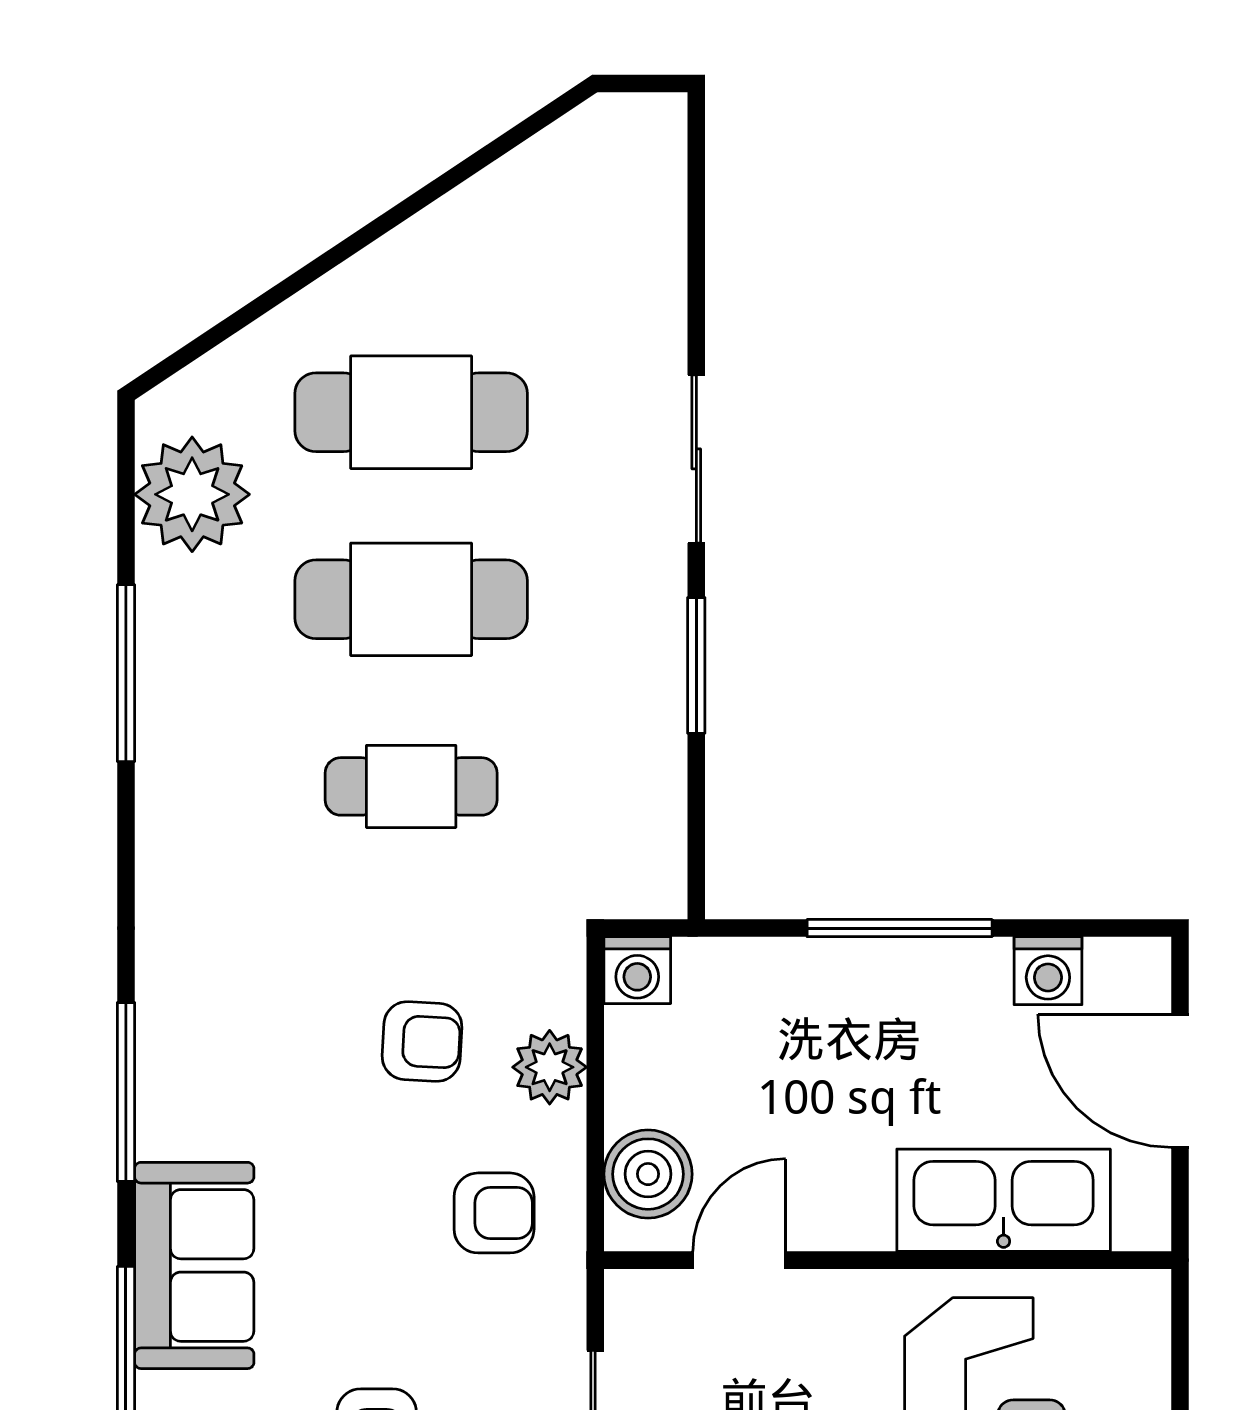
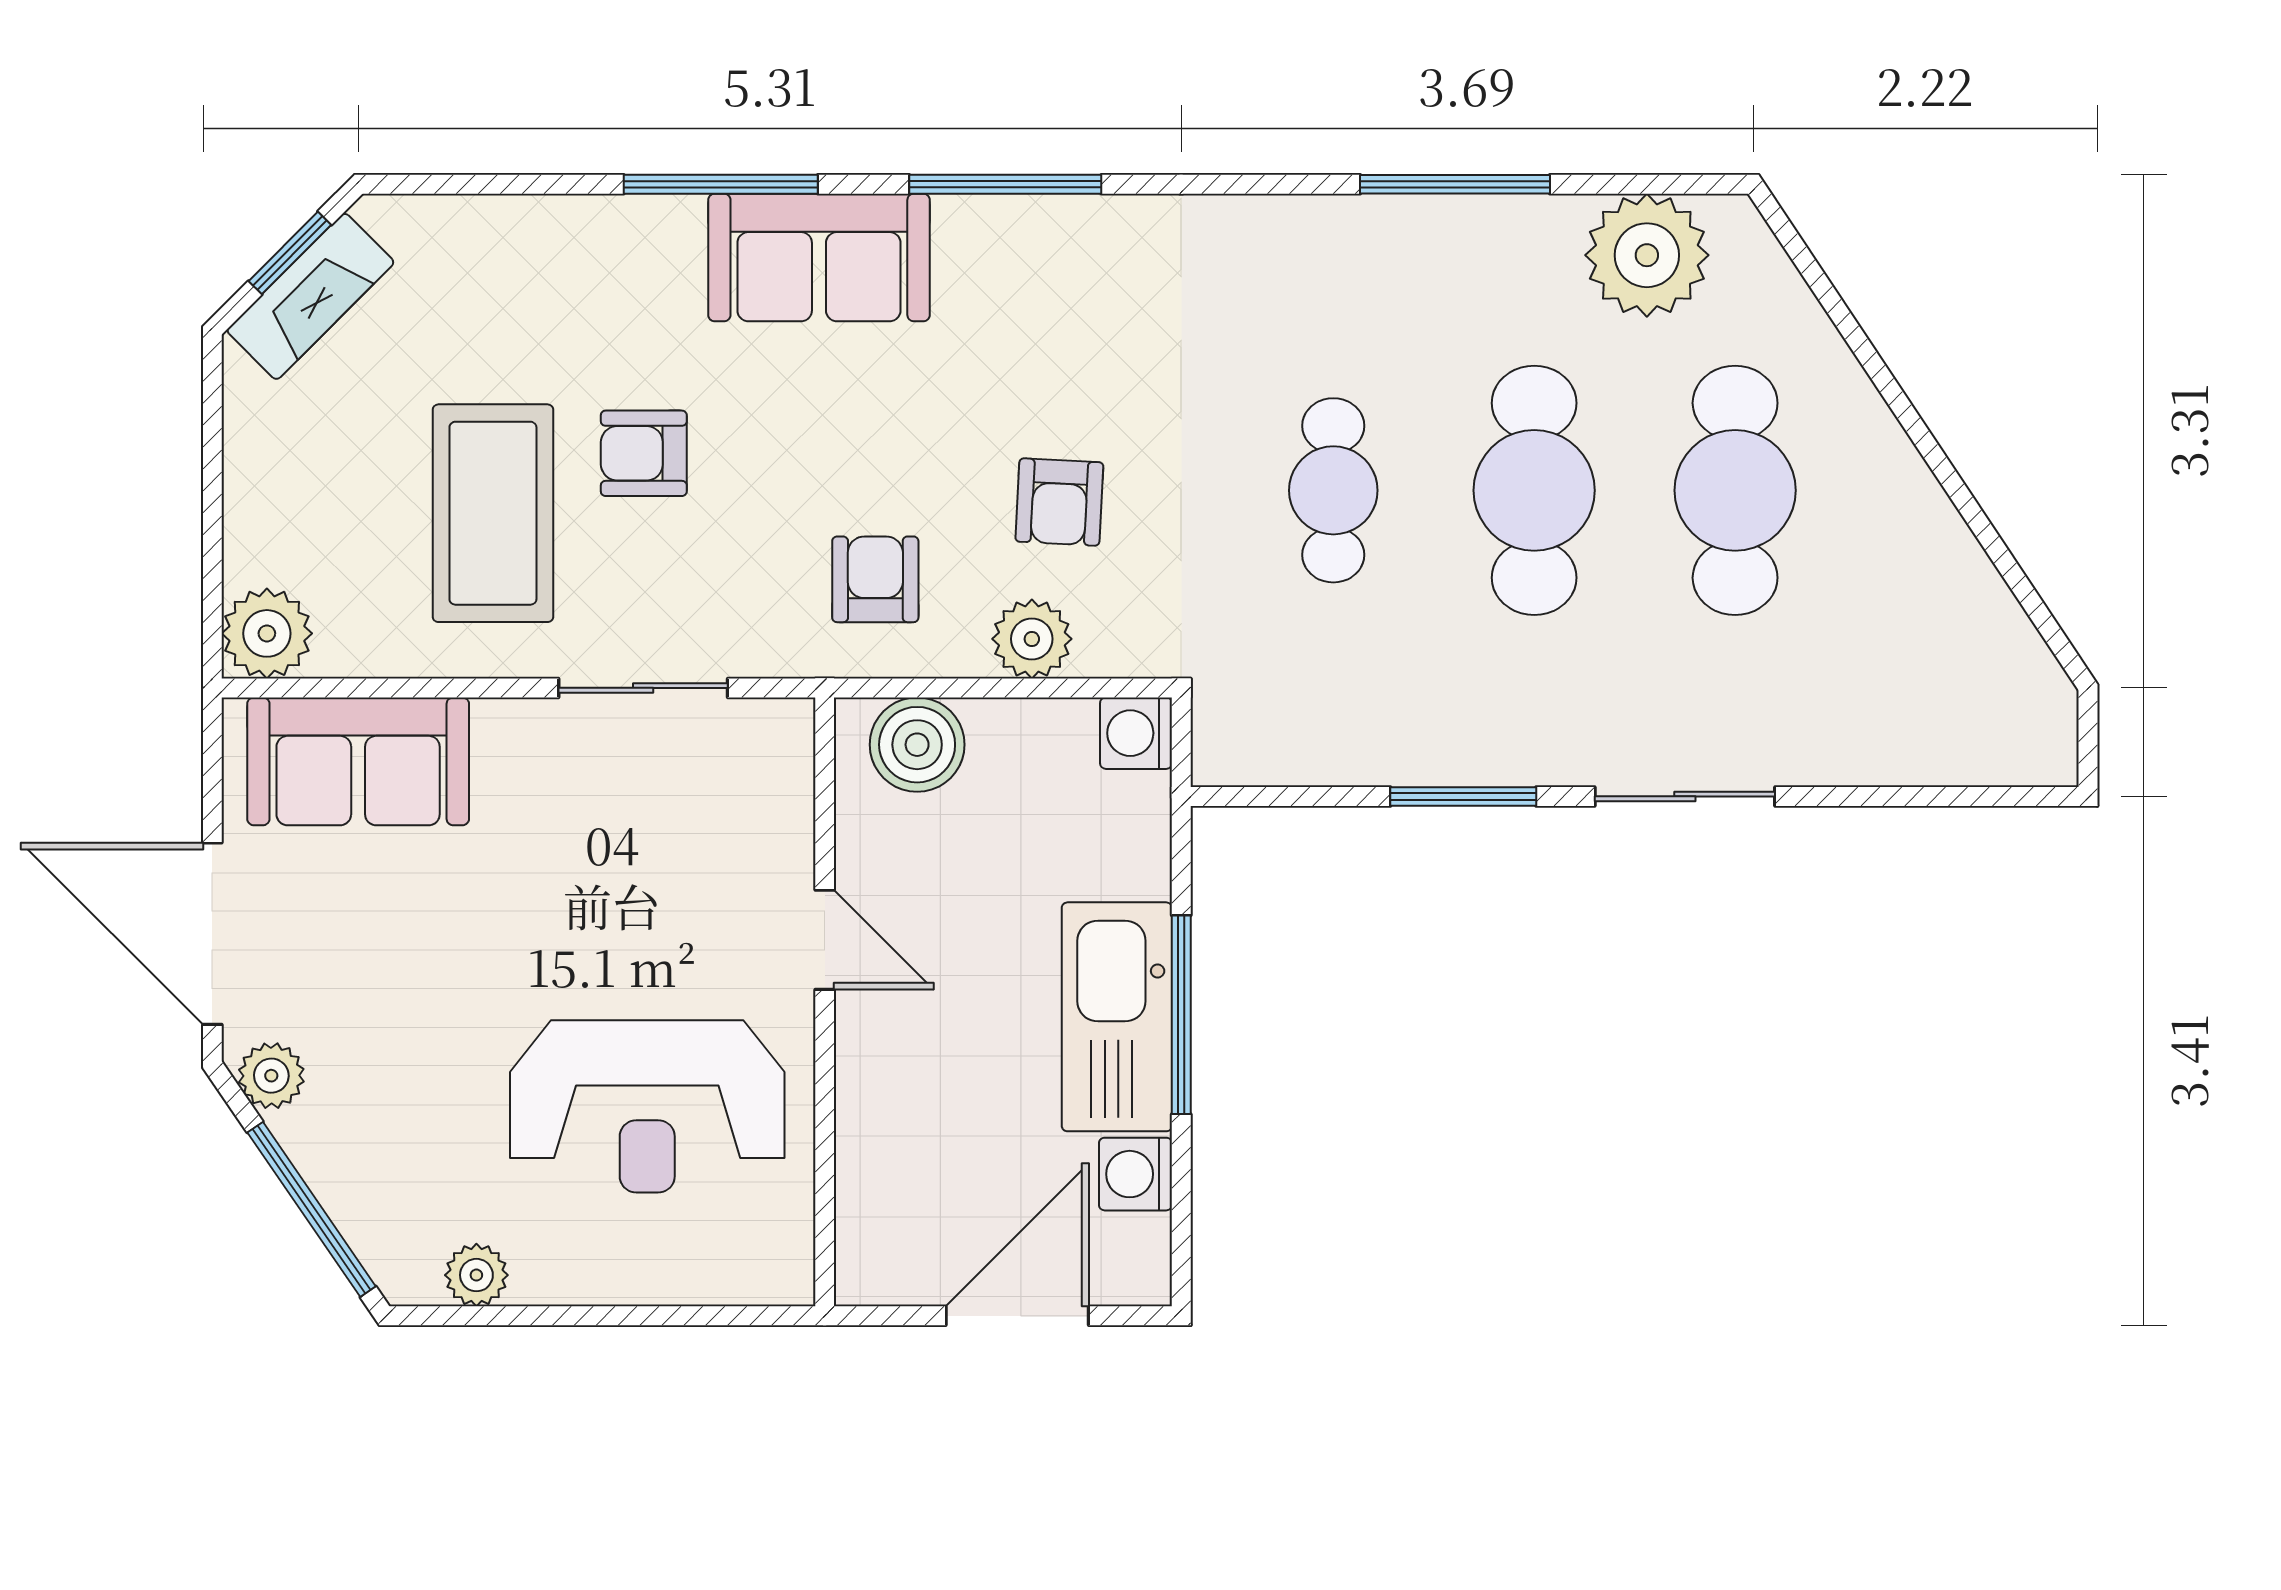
kitchen sink: (1004, 1200) -> (1117, 1017), moved, turned 180
armchair: (494, 1213) -> (875, 579), turned 180
door: (739, 1260) -> (825, 940), moved

